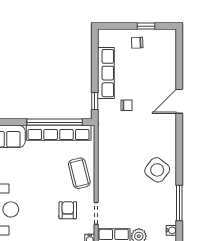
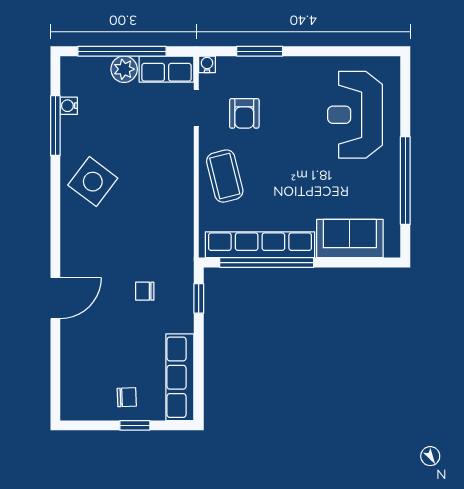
window: (146, 26) -> (135, 425), moved
row of seats: (106, 73) -> (180, 377), moved
water cooler: (171, 230) -> (69, 106), moved

